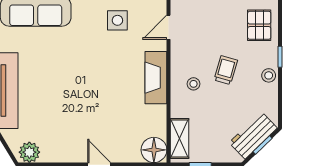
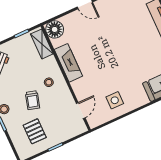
pallet: (259, 25) -> (35, 131), moved
fireplace: (156, 78) -> (68, 63), moved

